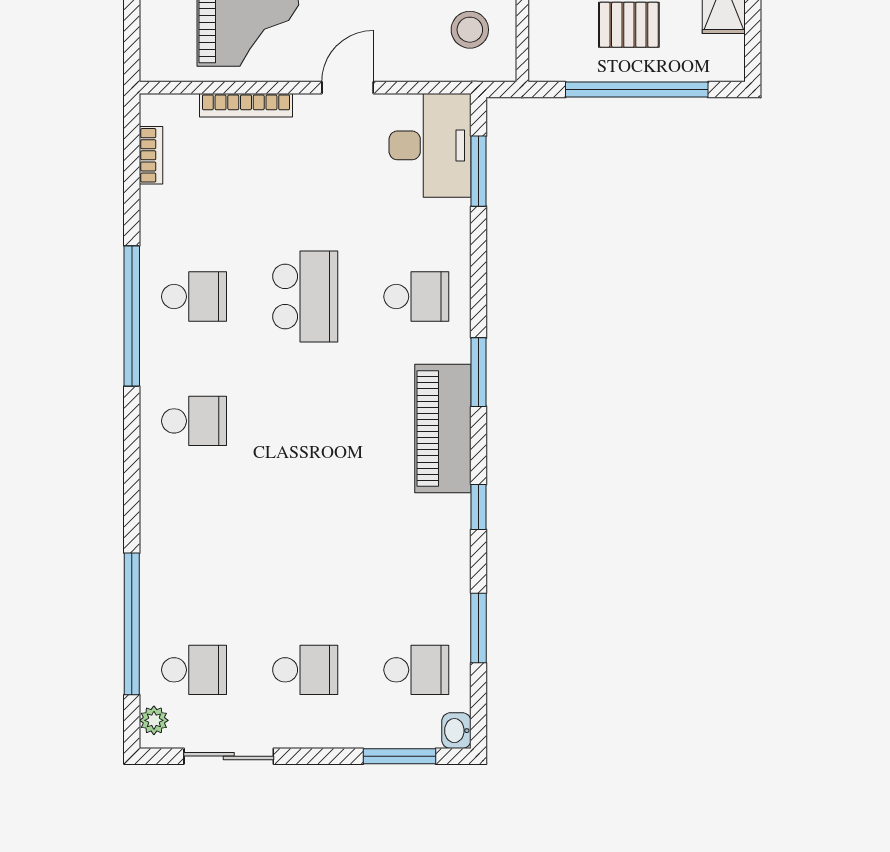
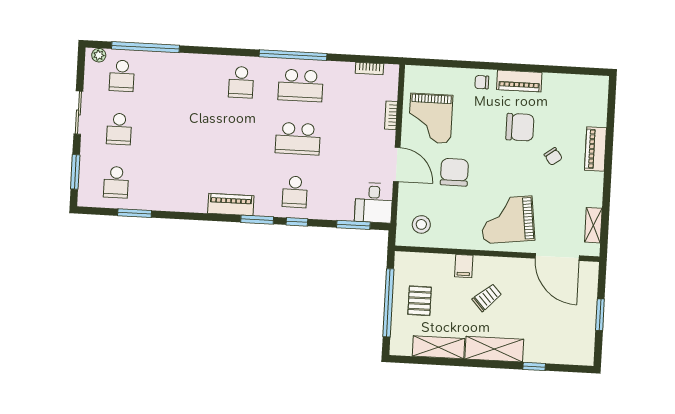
door: (348, 88) -> (397, 164), width x1.38
bookcase: (246, 105) -> (391, 115), width x0.64
desk: (430, 145) -> (374, 203), width x0.73
school desk: (194, 297) -> (301, 85), width x1.85
piano: (443, 429) -> (231, 205), width x0.73, depth x0.75
window: (479, 507) -> (297, 222), moved
washbasin: (456, 731) -> (86, 200), removed
sliding door: (229, 756) -> (78, 113), moved

